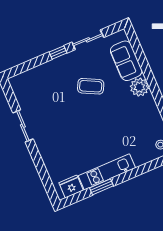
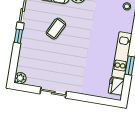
plant: (16, 82) -> (20, 78), added

